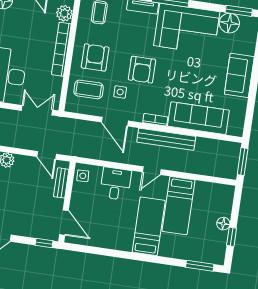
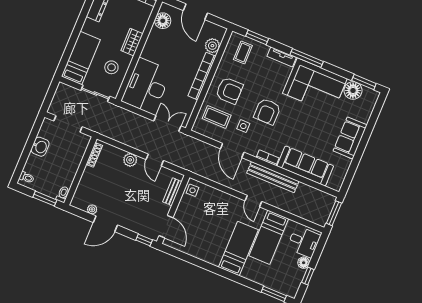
armchair: (95, 57) -> (229, 91), turned 90
door: (47, 155) -> (155, 160), moved
door: (152, 171) -> (253, 201), hinge flipped
desk: (116, 184) -> (304, 242), moved, turned 90

